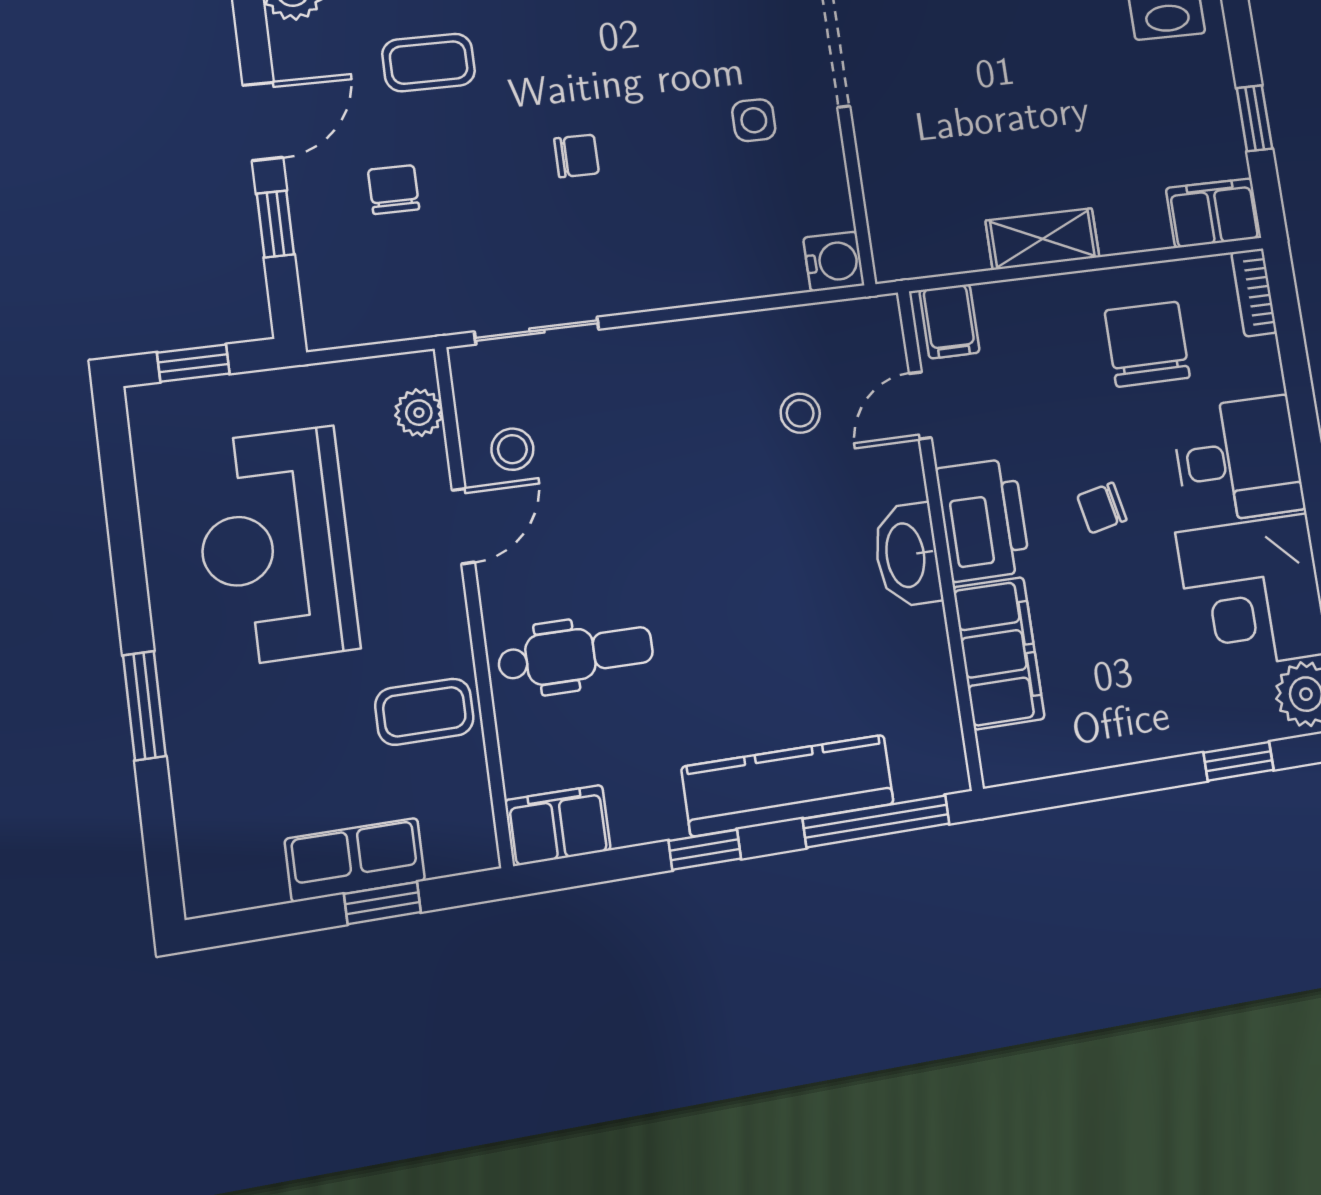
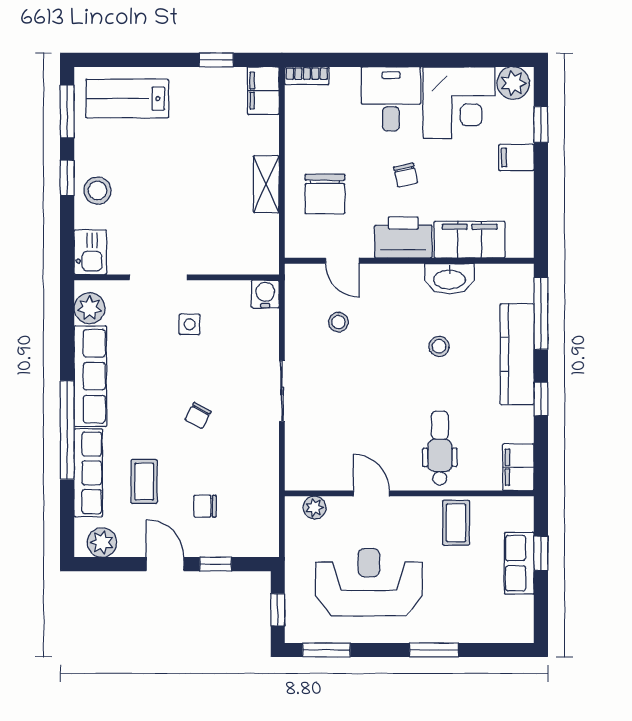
chair: (576, 156) -> (198, 415), turned -152
filing cabinet: (949, 321) -> (516, 157), moved, turned 180
sliding door: (537, 331) -> (282, 391), moved
chair: (1147, 344) -> (325, 194), moved, turned -90
stool: (512, 449) -> (439, 346), moved
window: (118, 476) -> (326, 650), added
reception desk: (275, 546) -> (369, 582), turned 180
washbasin: (907, 555) -> (449, 279), moved

